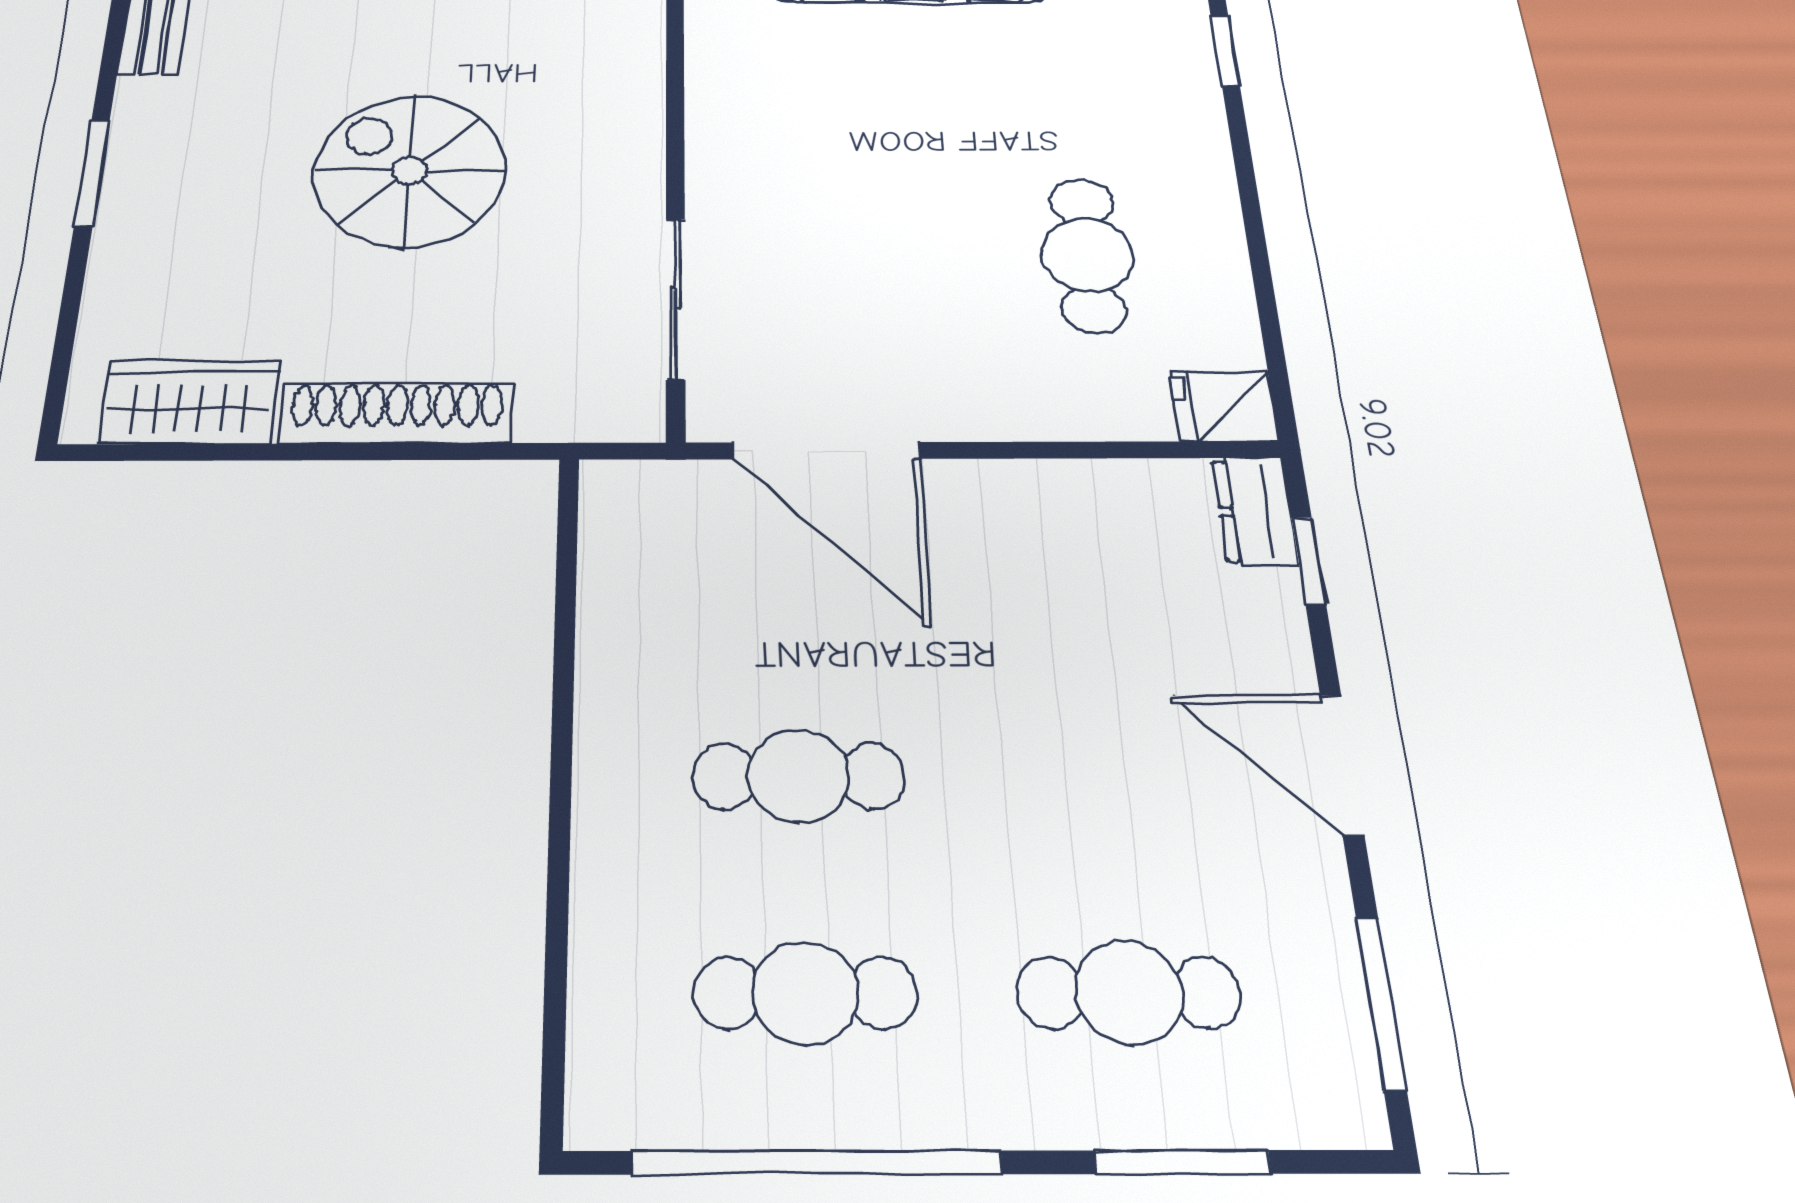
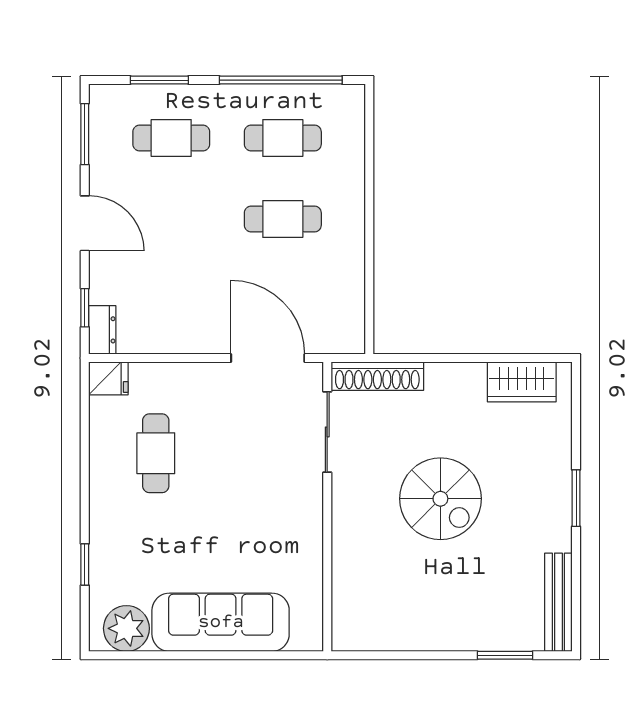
shoe rack: (397, 413) -> (377, 376), moved

